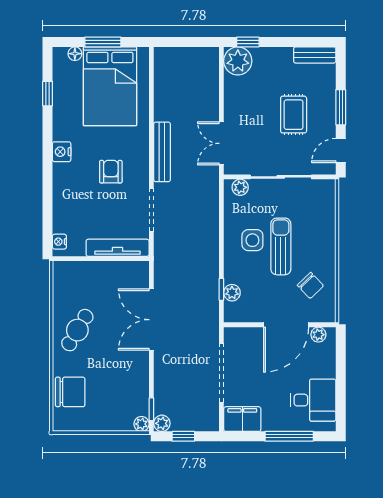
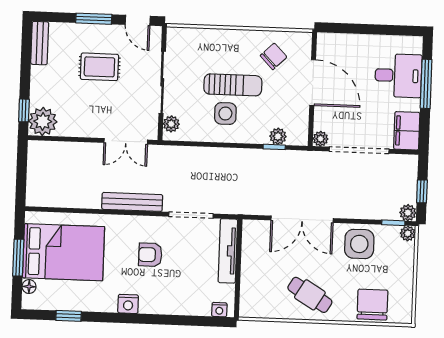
sun lounger: (281, 246) -> (233, 85), turned 180
plant: (318, 335) -> (321, 139), moved
side table: (129, 377) -> (359, 244), added
desk: (313, 400) -> (398, 76), moved, turned 90

